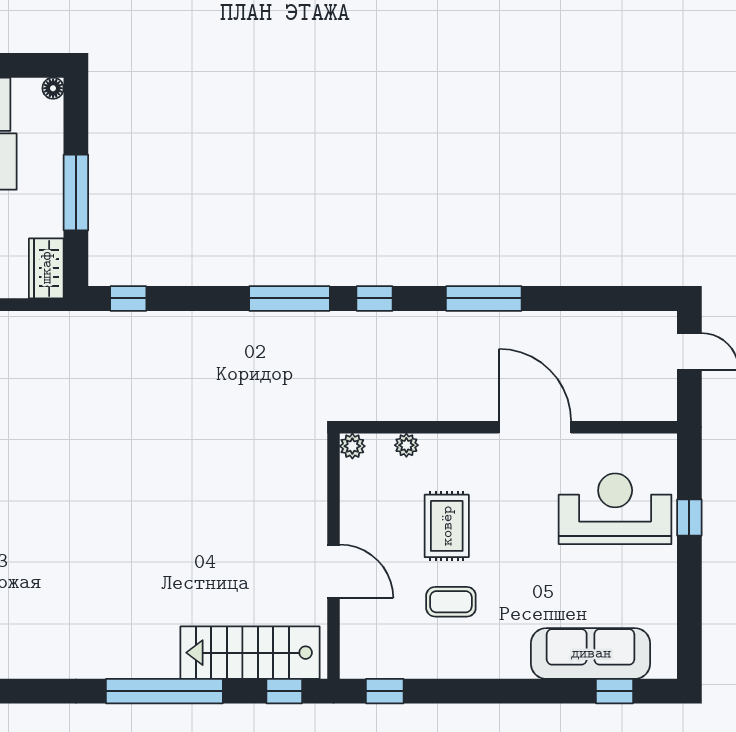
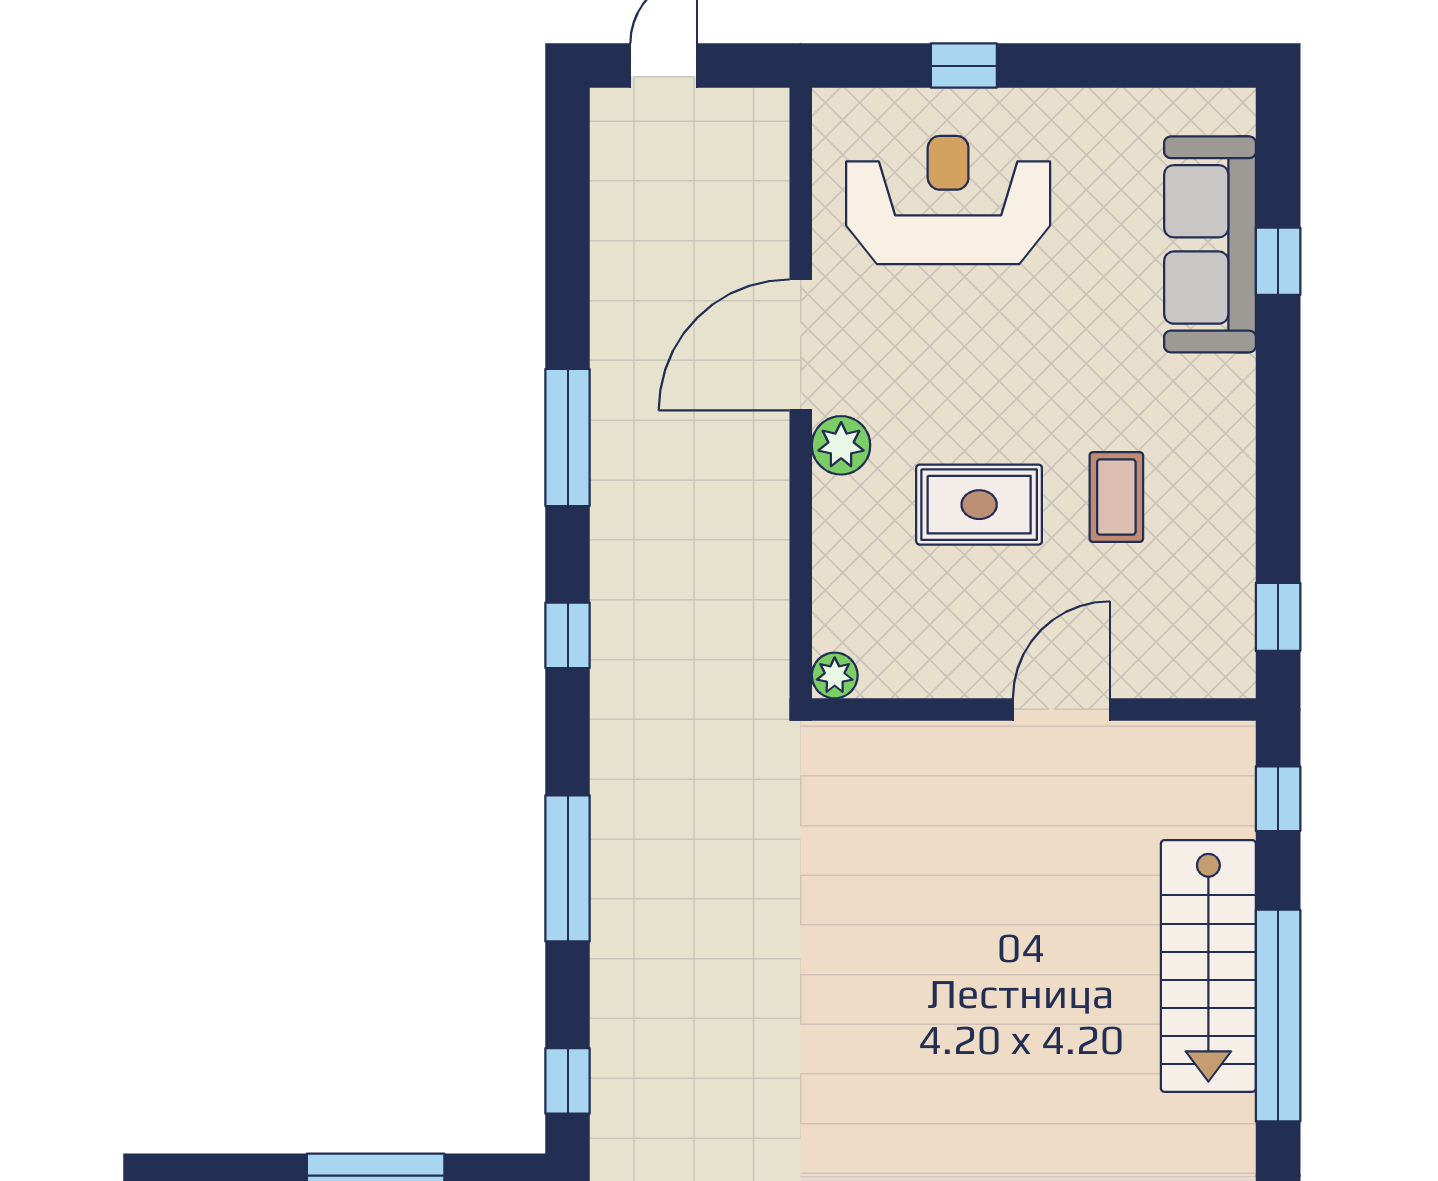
window: (289, 298) -> (568, 868), moved
plant: (406, 445) -> (841, 445), moved, width x1.38, depth x1.38
reception desk: (615, 509) -> (948, 200), turned 90
stairs: (250, 653) -> (1208, 966), moved
window: (614, 691) -> (1278, 261), moved

